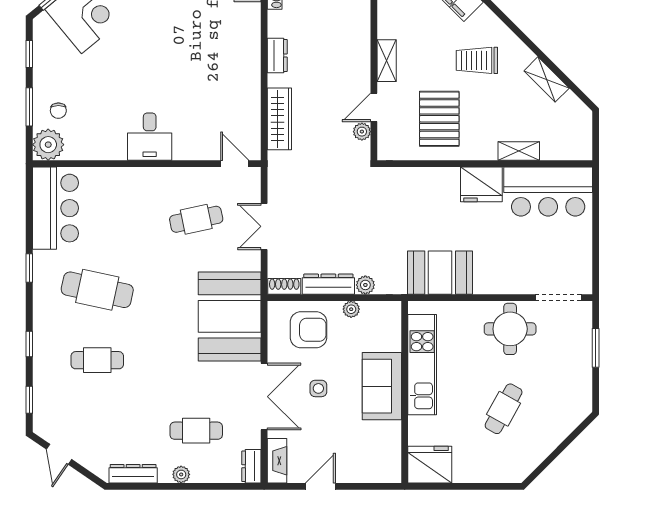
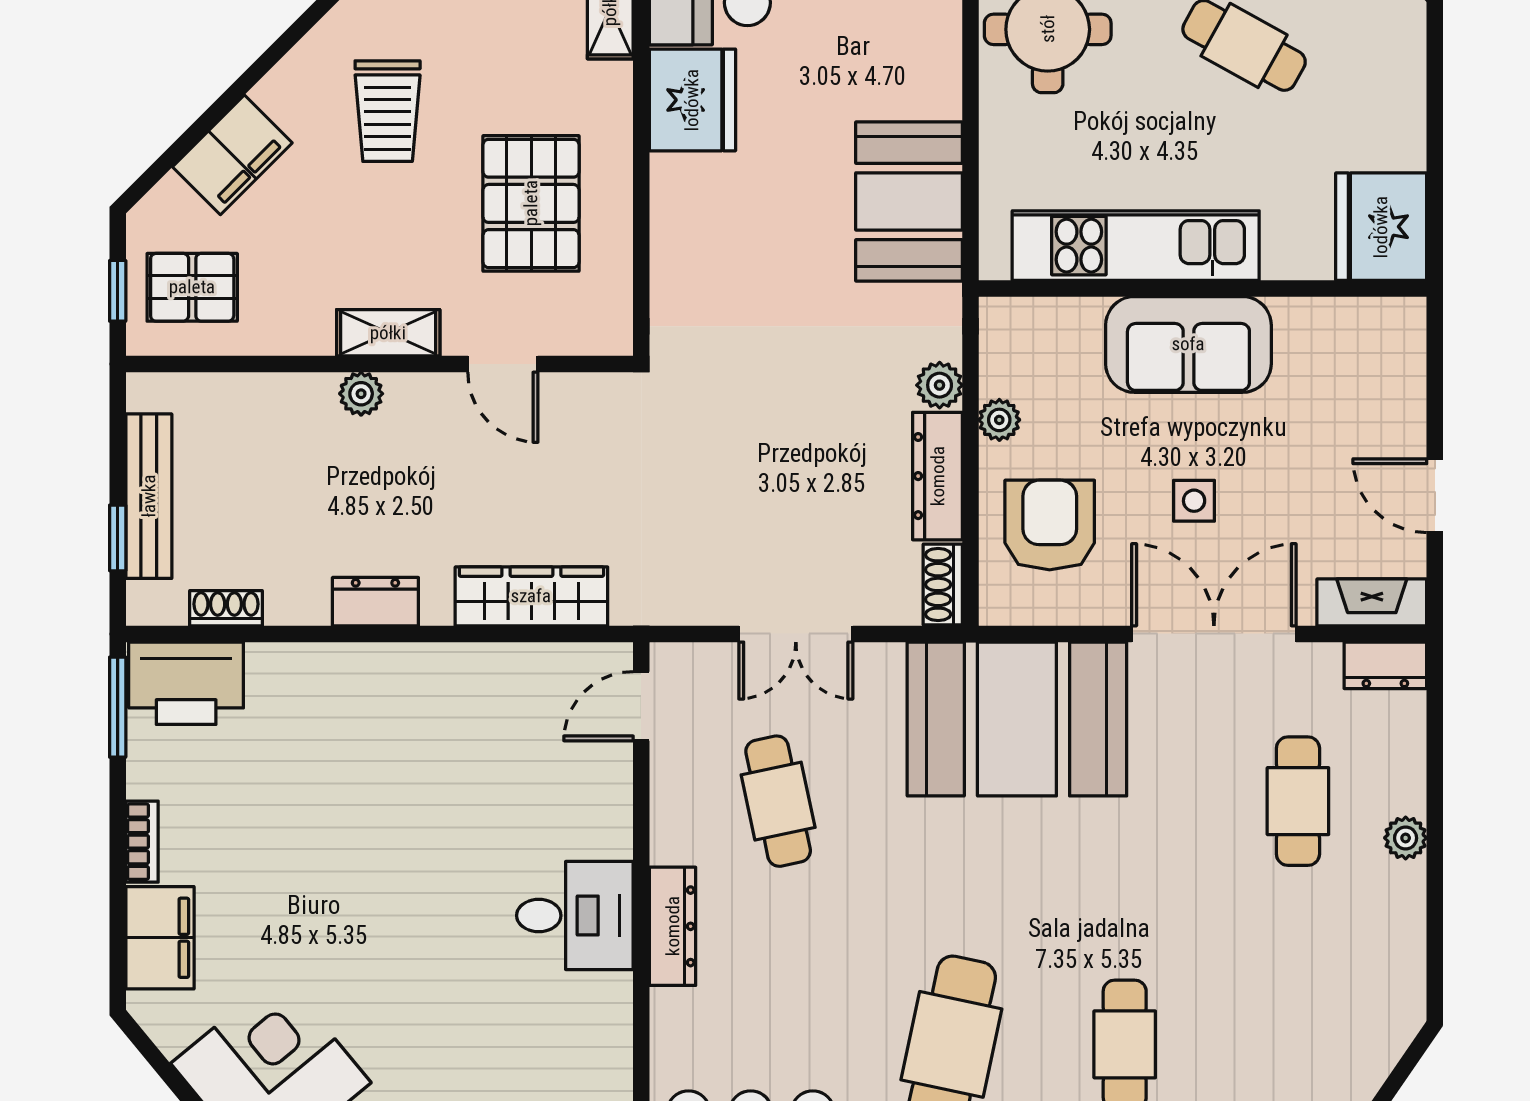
pallet: (439, 119) -> (531, 203), turned 90
plant: (362, 132) -> (361, 394), moved
dresser: (133, 474) -> (673, 926), moved, turned 180

